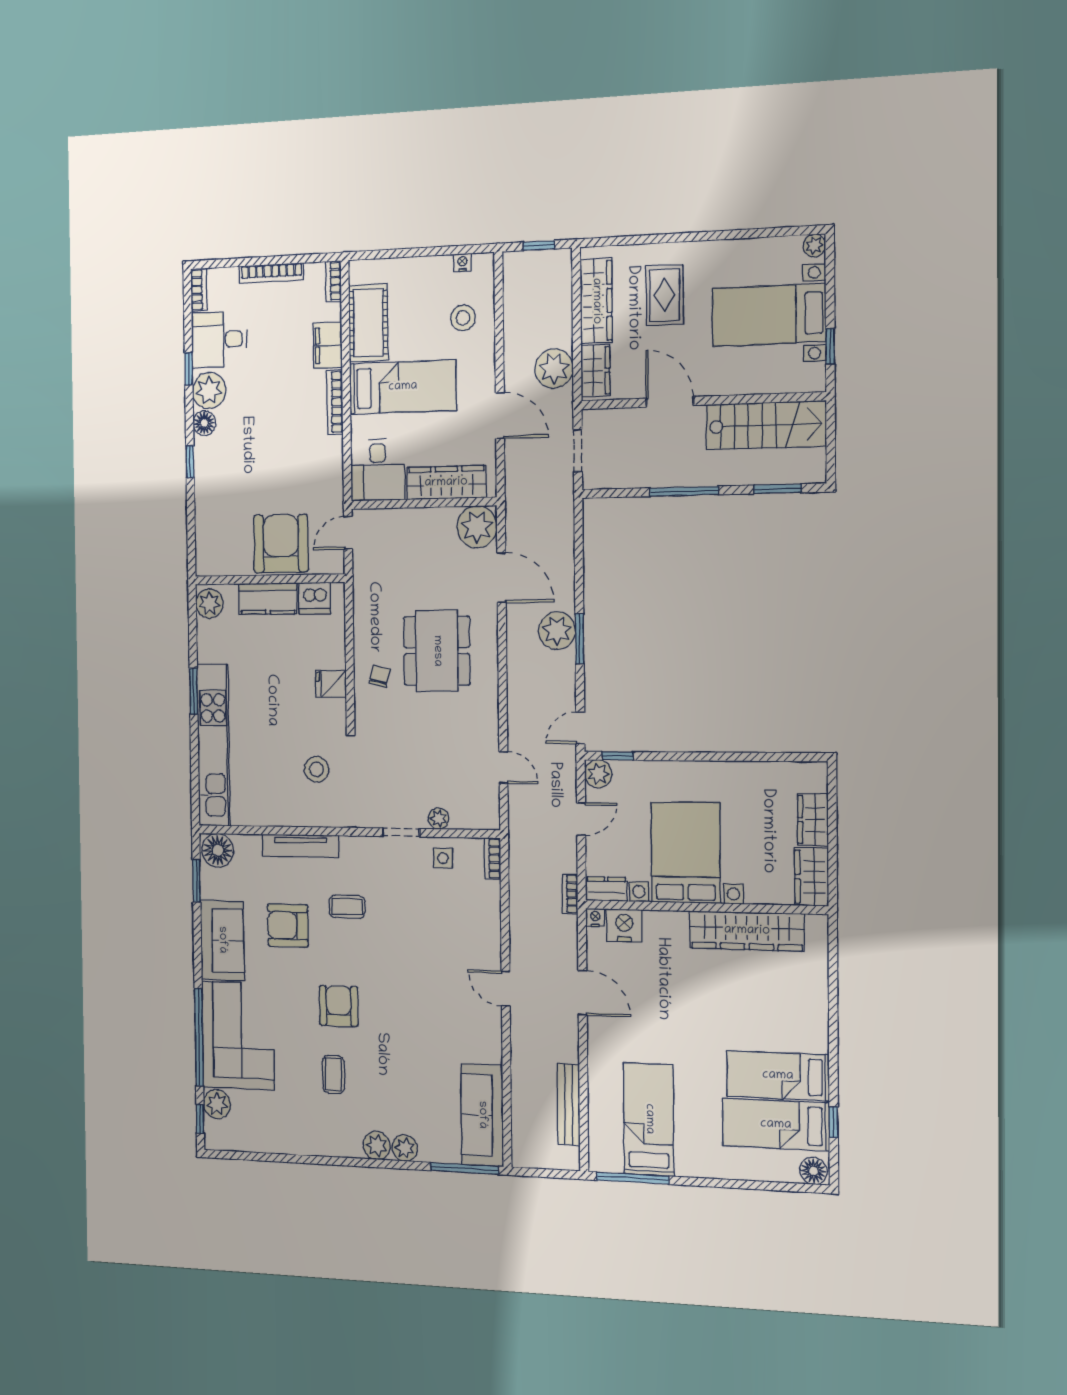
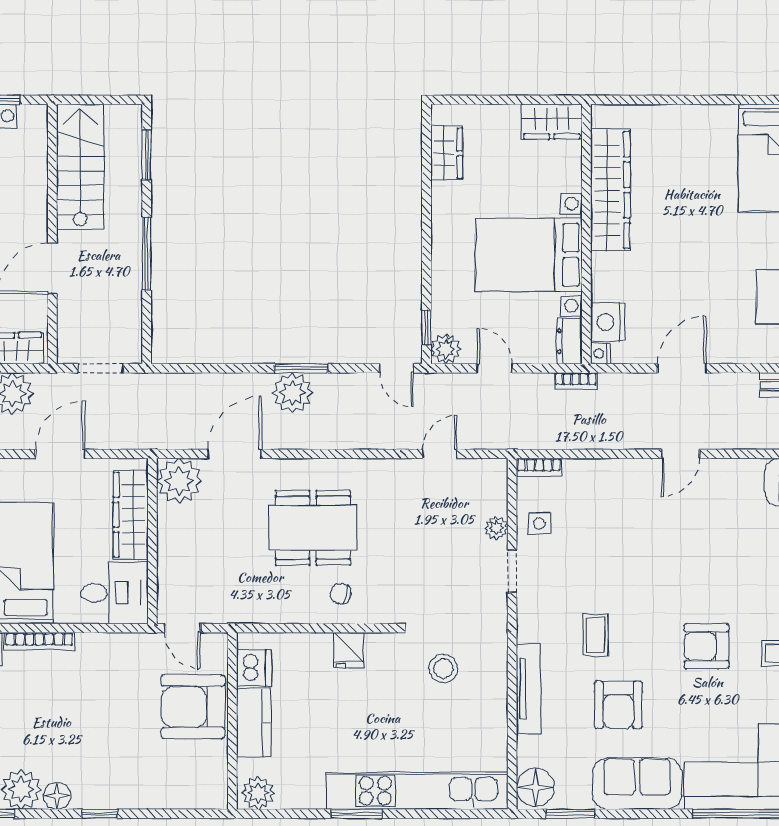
wardrobe: (813, 820) -> (447, 153), moved, turned -90

